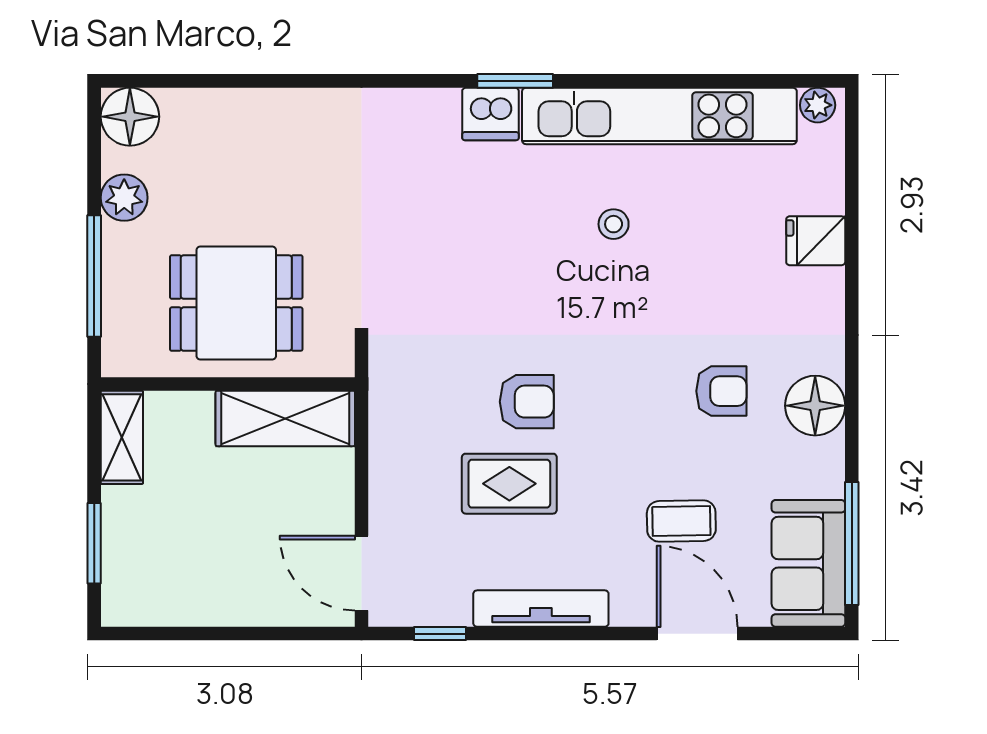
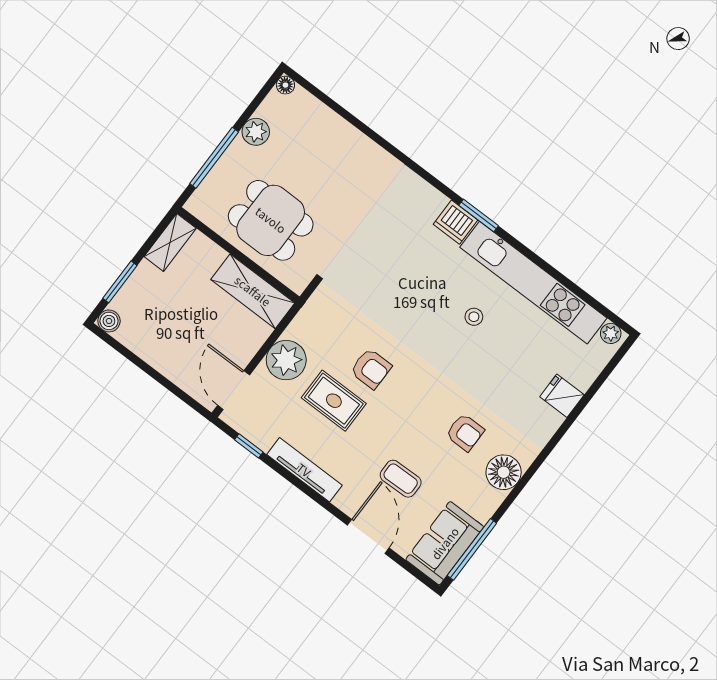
floor lamp: (130, 117) -> (285, 85), width x0.53, depth x0.53
plant: (402, 478) -> (286, 360), added
boiler: (120, 608) -> (109, 321), added

